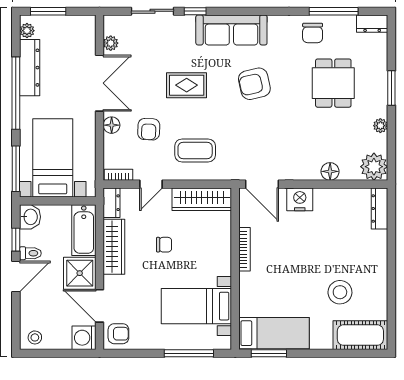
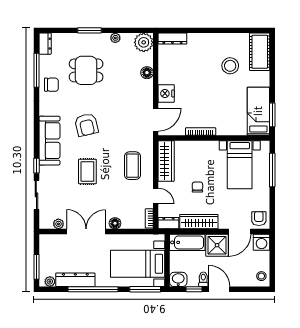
armchair: (149, 129) -> (118, 198), removed

